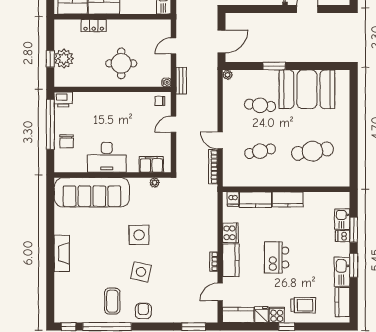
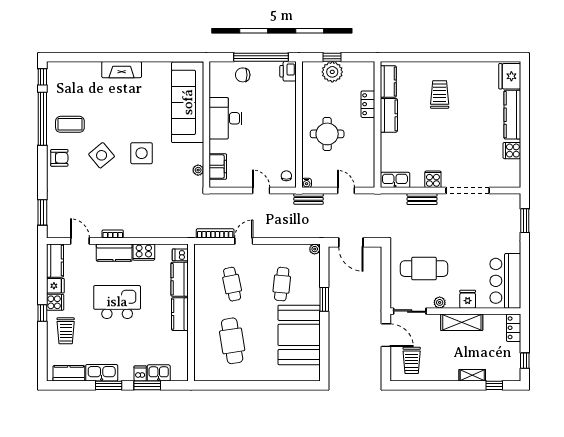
kitchen island: (277, 258) -> (117, 302), width x1.37, depth x1.28
side table: (141, 272) -> (102, 155), turned 38

